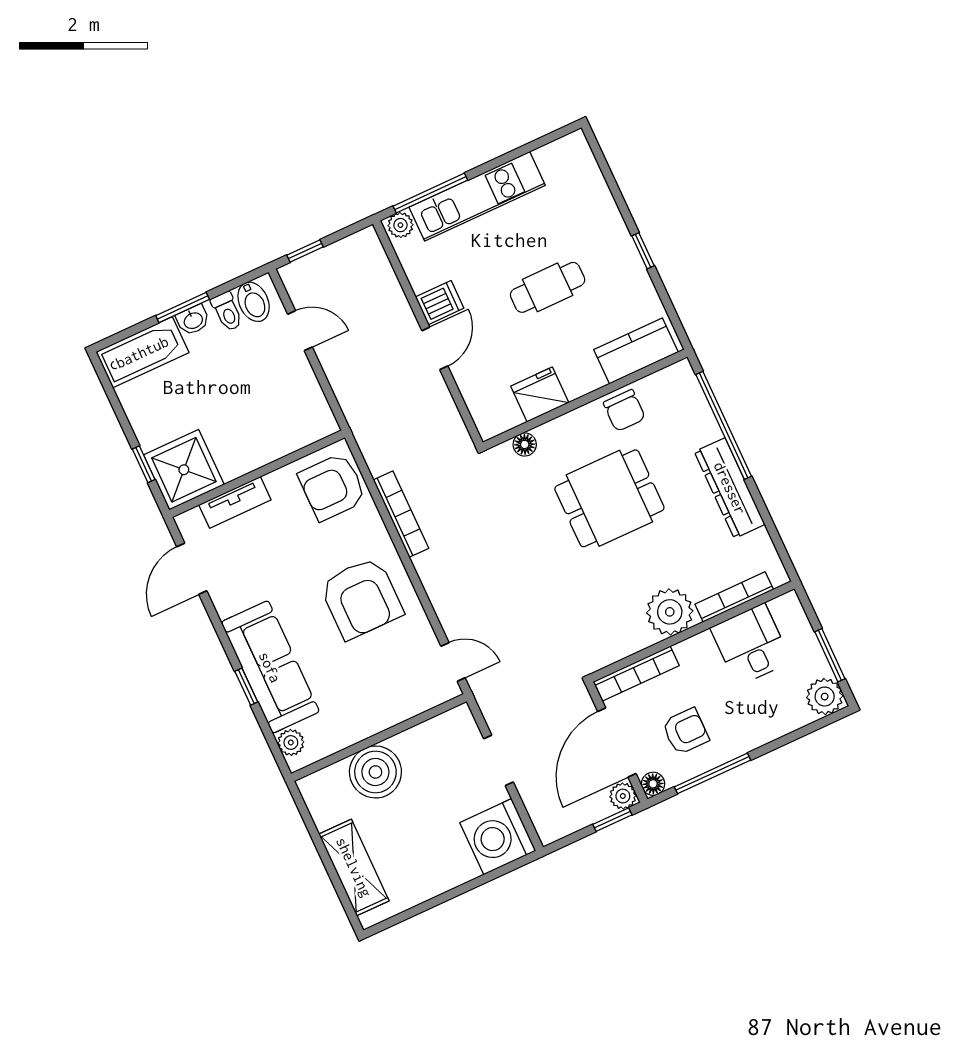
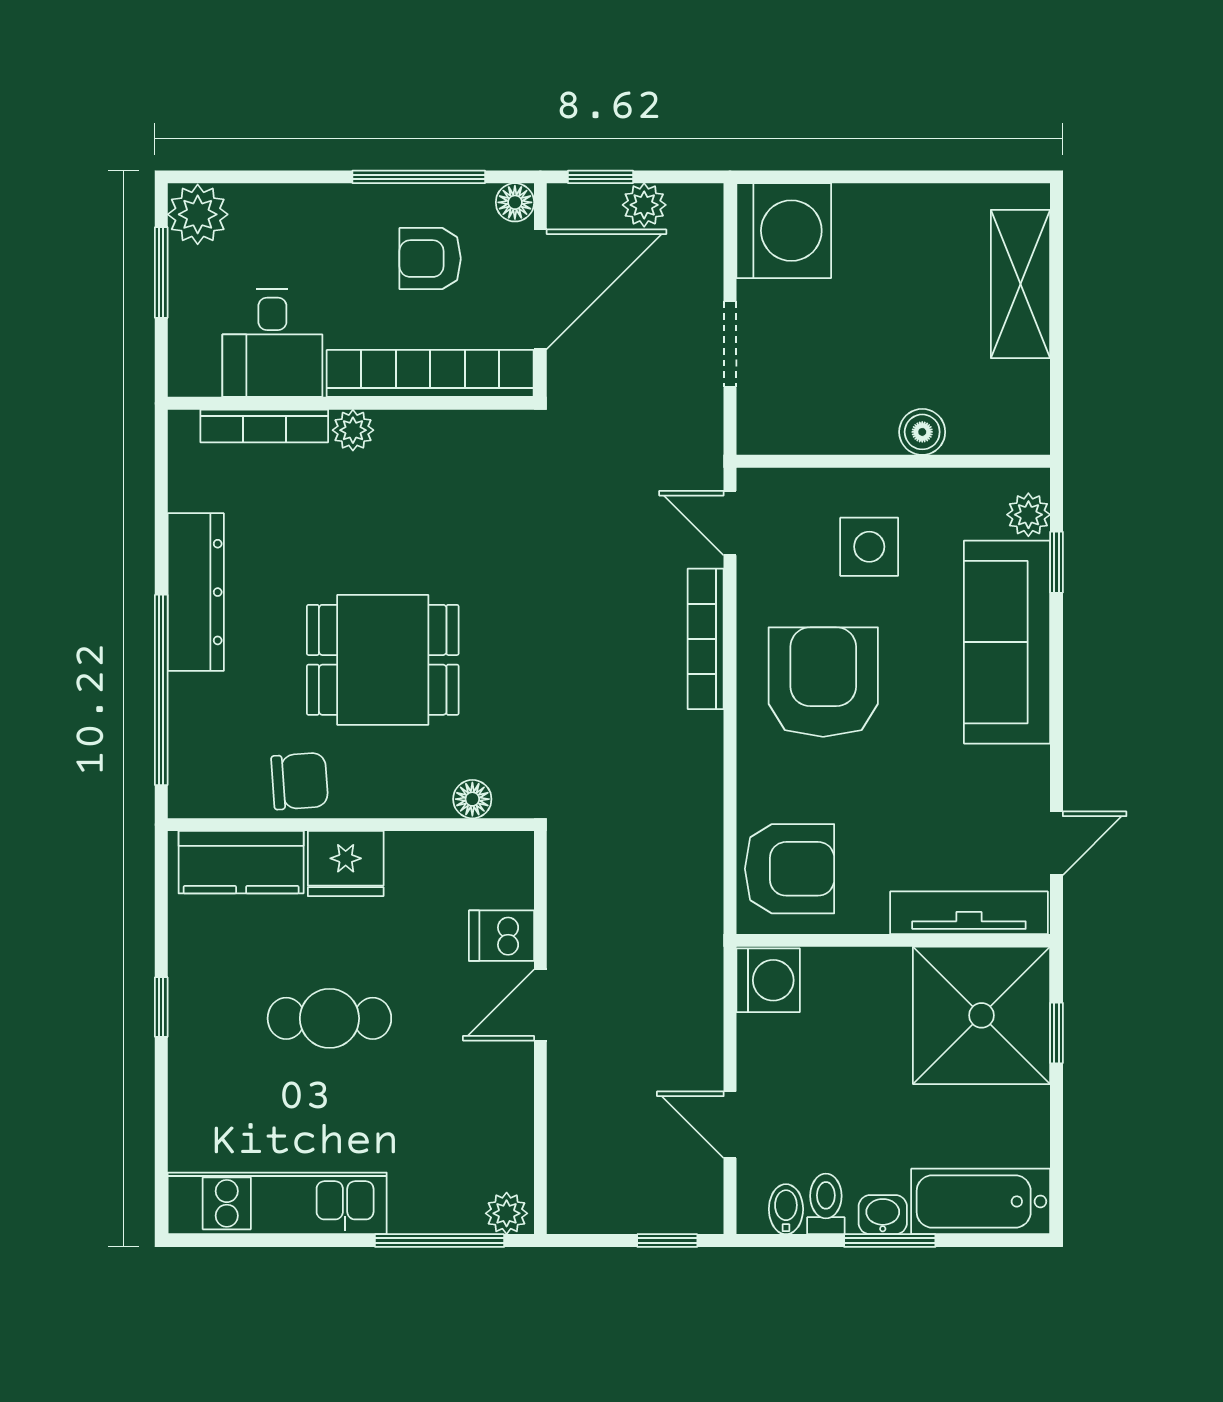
kitchen unit: (477, 196) -> (277, 1203), moved
bidet: (254, 302) -> (786, 1209), width x0.72, depth x0.74
dishwasher: (440, 303) -> (502, 936), moved
fridge: (540, 394) -> (346, 864), moved
chair: (624, 410) -> (300, 781), turned 86
washing machine: (316, 420) -> (768, 980), added
shower: (184, 470) -> (982, 1015), width x1.37, depth x1.37
tv unit: (235, 502) -> (969, 913), width x1.41
bookcase: (401, 514) -> (706, 639), moved
door: (192, 569) -> (1056, 843), width x0.73
plant: (670, 612) -> (353, 430), width x0.53, depth x0.53
bookcase: (636, 674) -> (430, 373), width x1.48, depth x1.31
side table: (370, 684) -> (869, 547), added
window: (246, 687) -> (1056, 562), moved
boiler: (375, 772) -> (922, 432), width x0.54, depth x0.54
plant: (623, 796) -> (644, 205), moved

